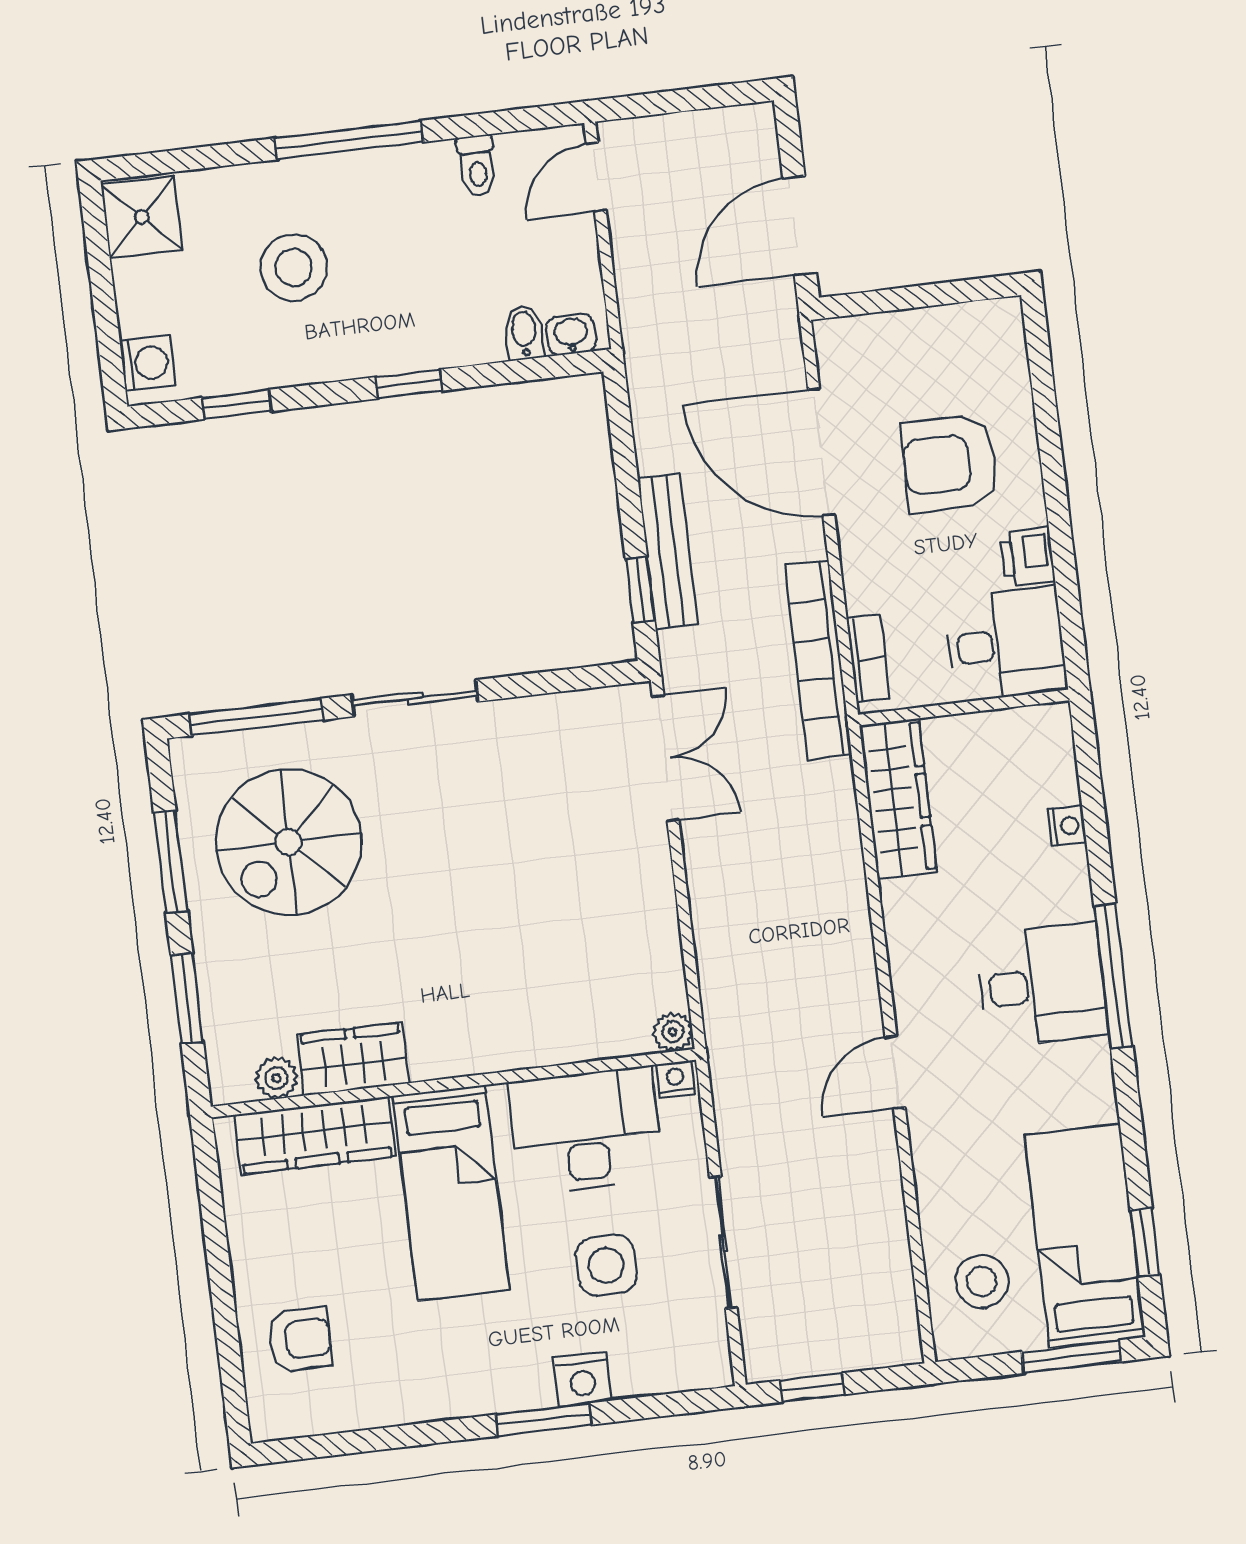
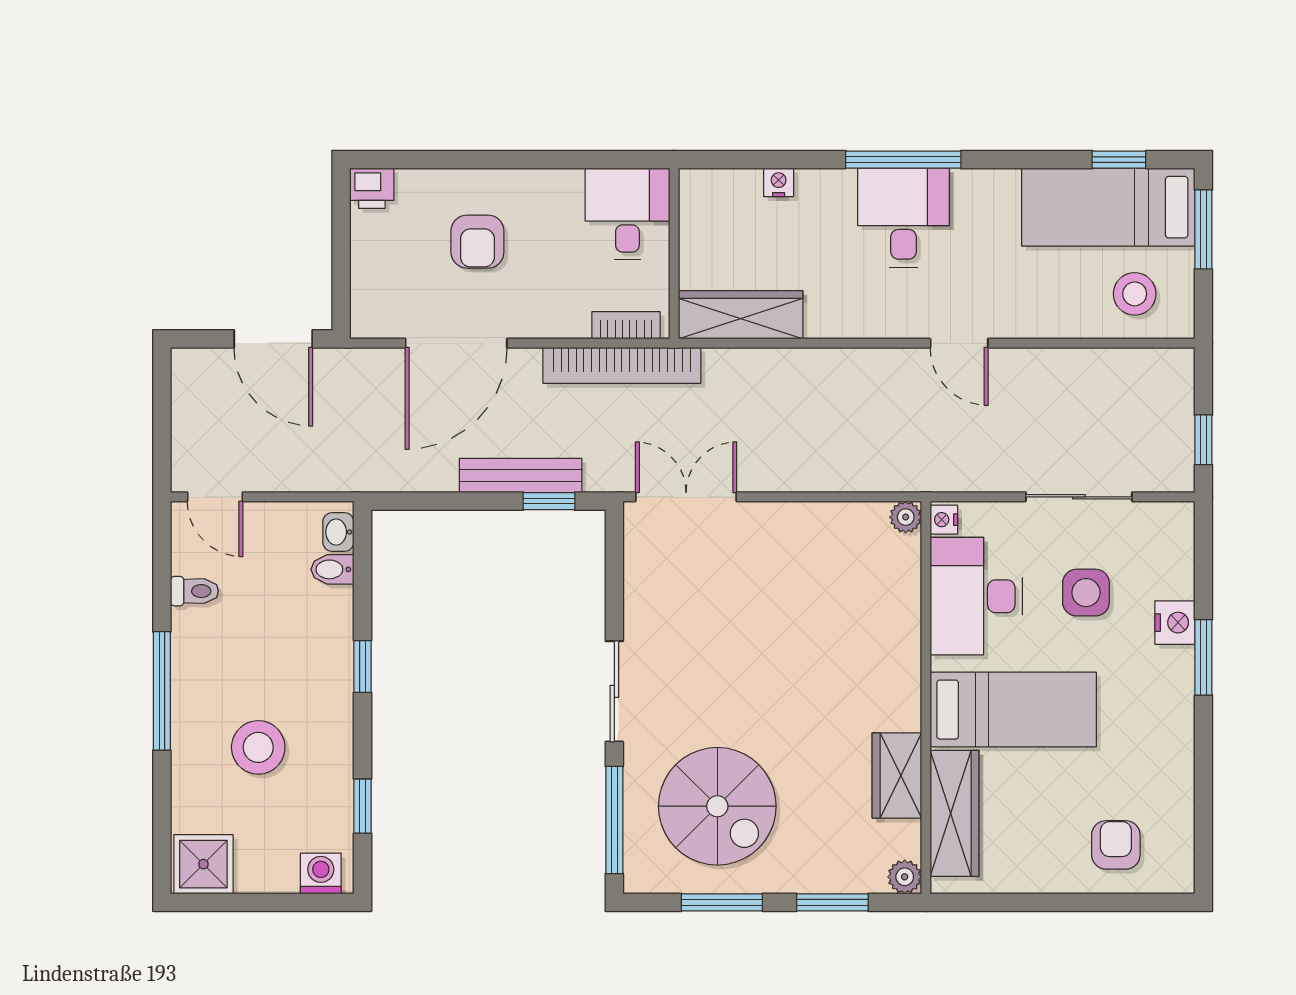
armchair: (950, 463) -> (477, 242), width x0.72, depth x0.72
printer: (1027, 557) -> (372, 188), moved
plant: (276, 1078) -> (905, 877), moved

